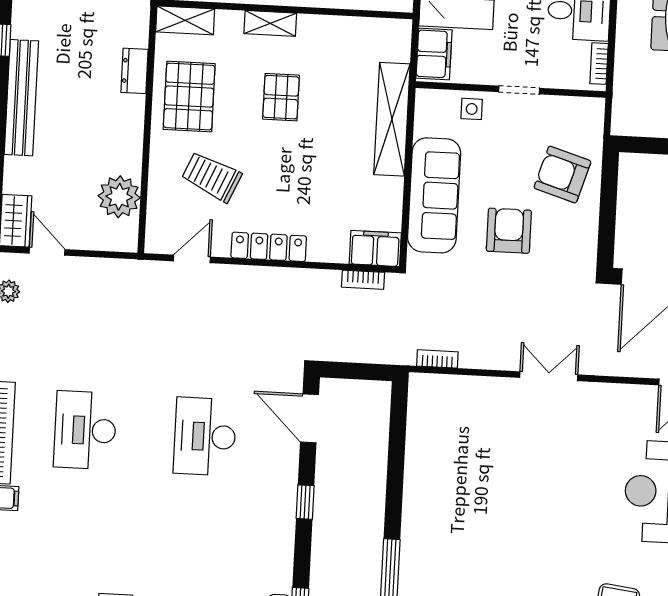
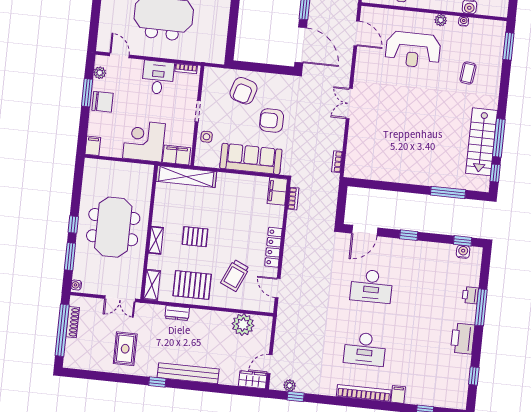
shelving: (392, 119) -> (186, 176), moved

